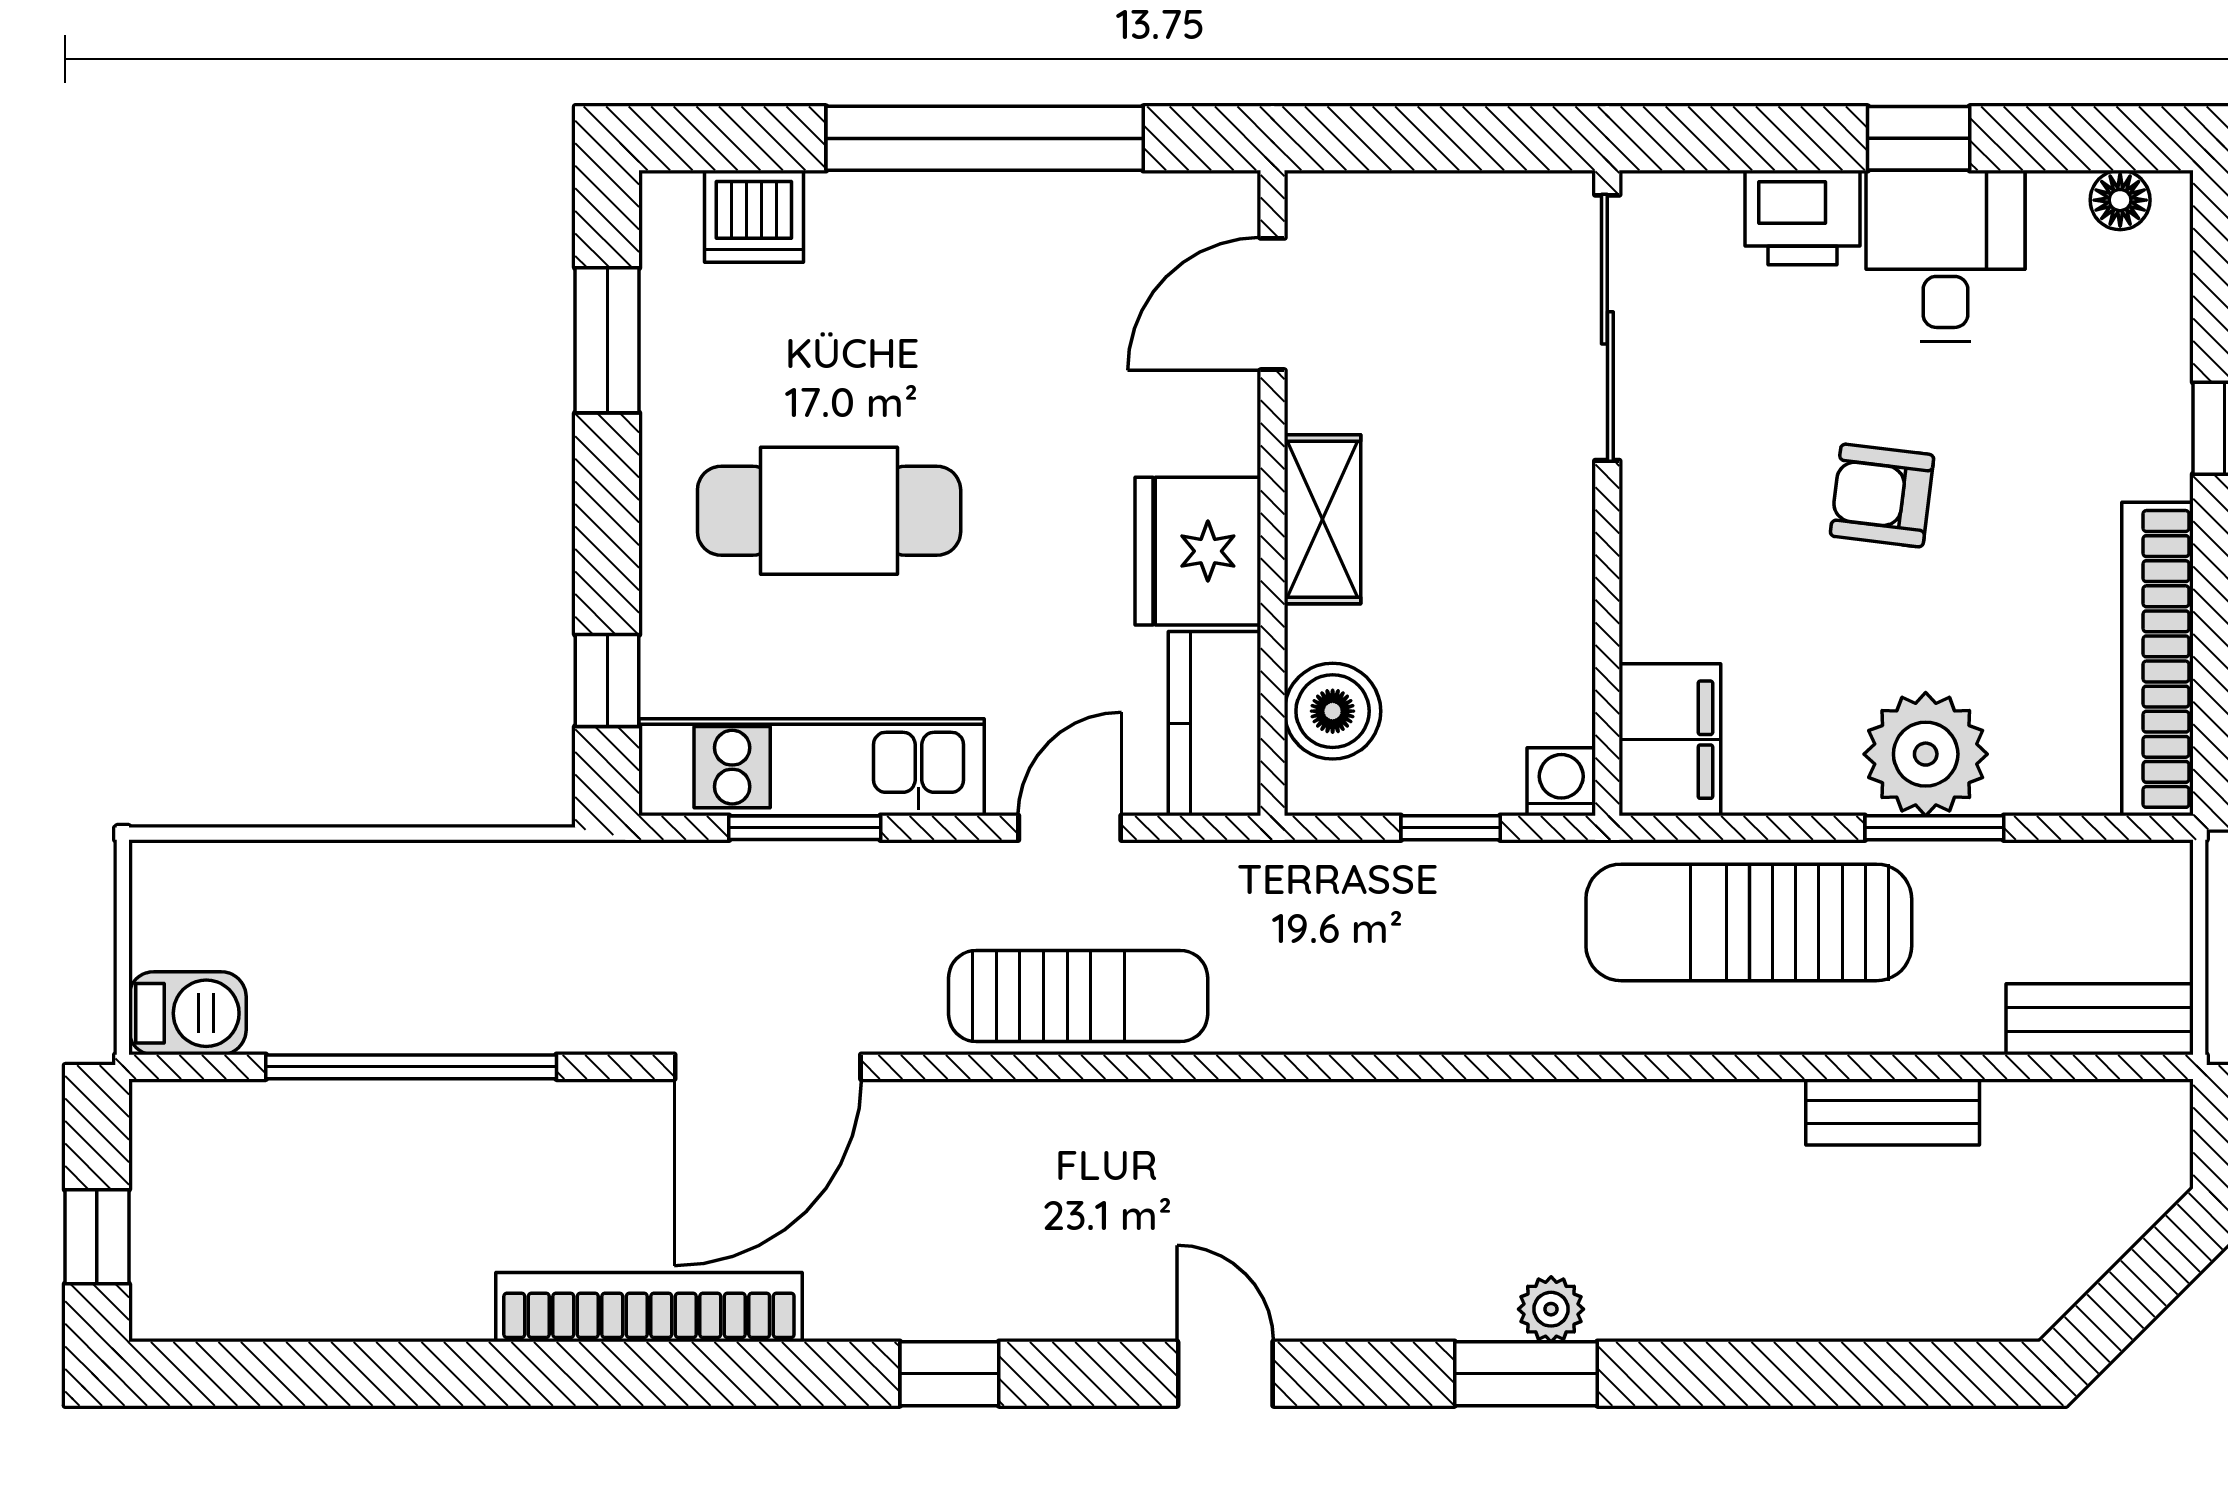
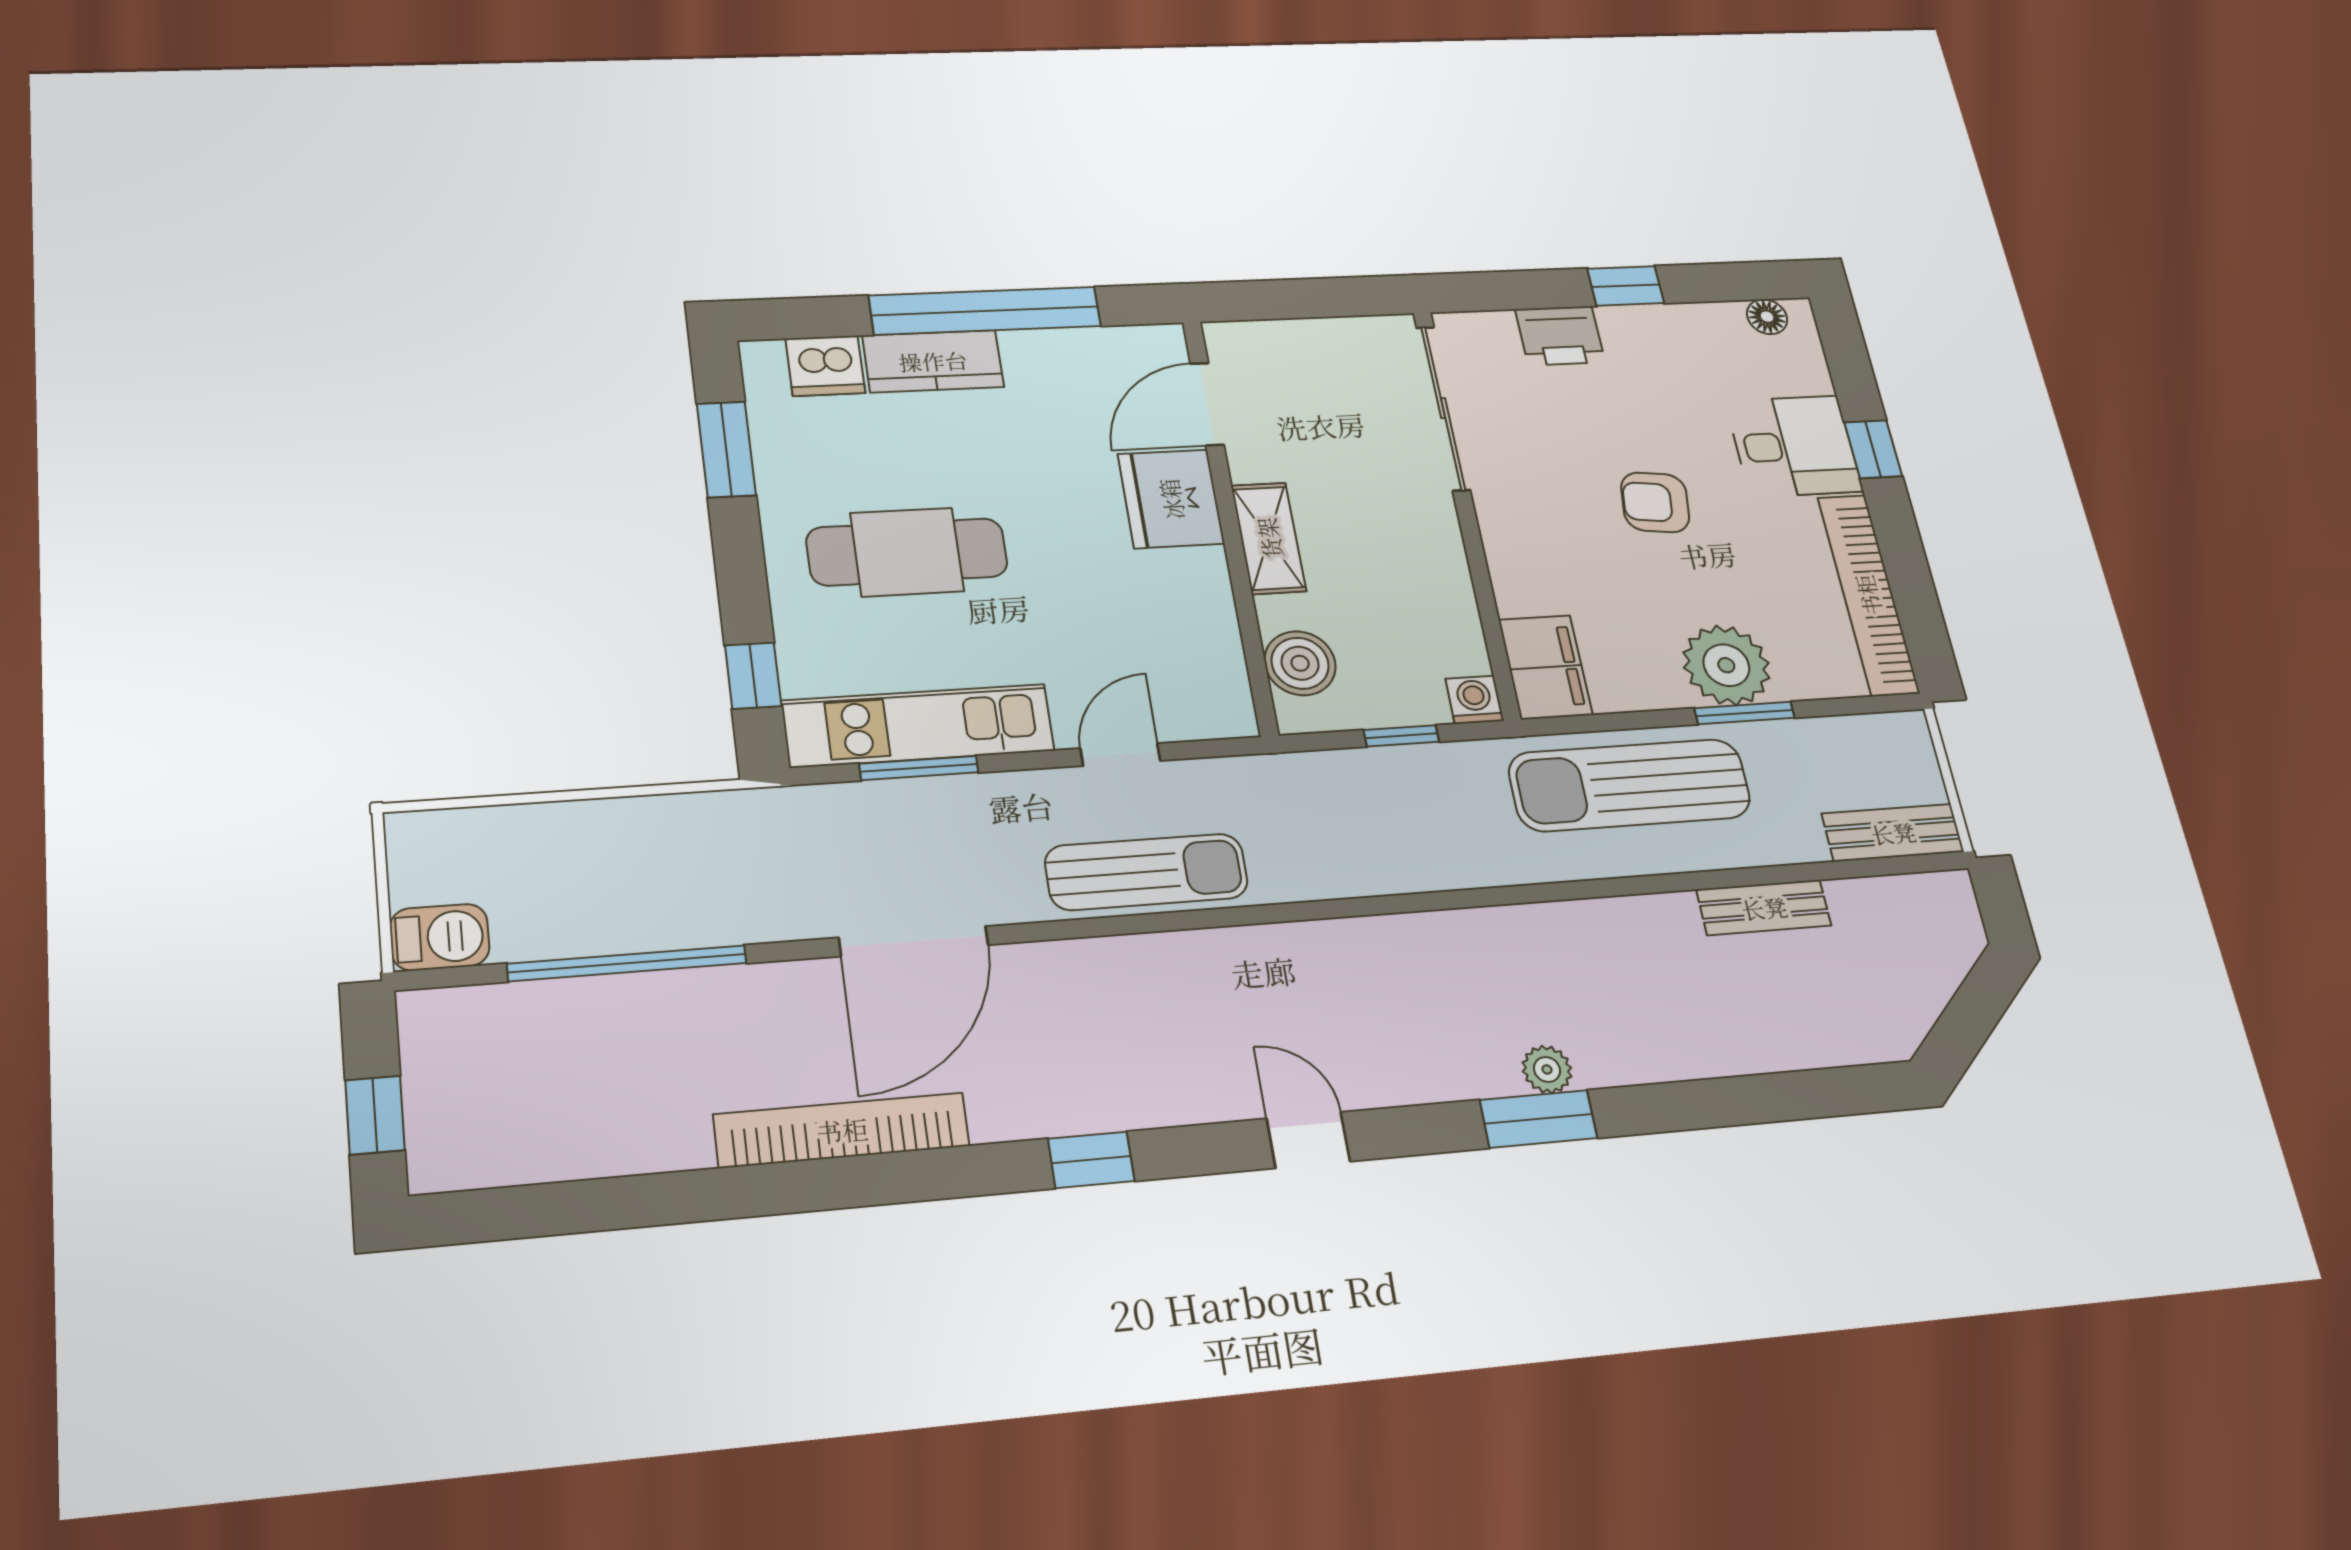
desk: (1945, 256) -> (1794, 446), moved, turned 90
fridge: (1198, 551) -> (1171, 499), moved
kitchen counter: (1214, 724) -> (933, 361), moved, turned -90

